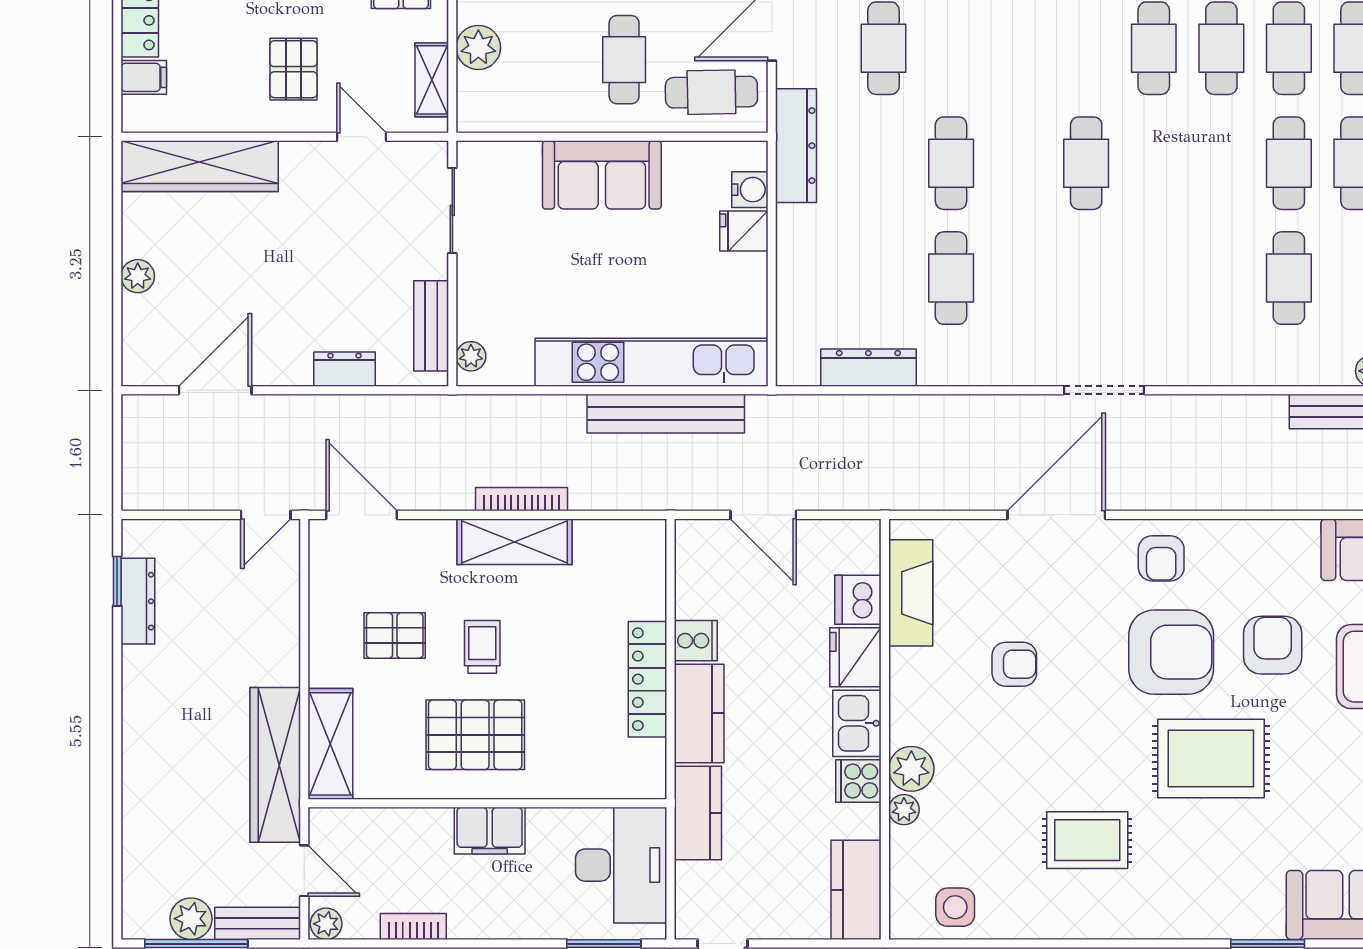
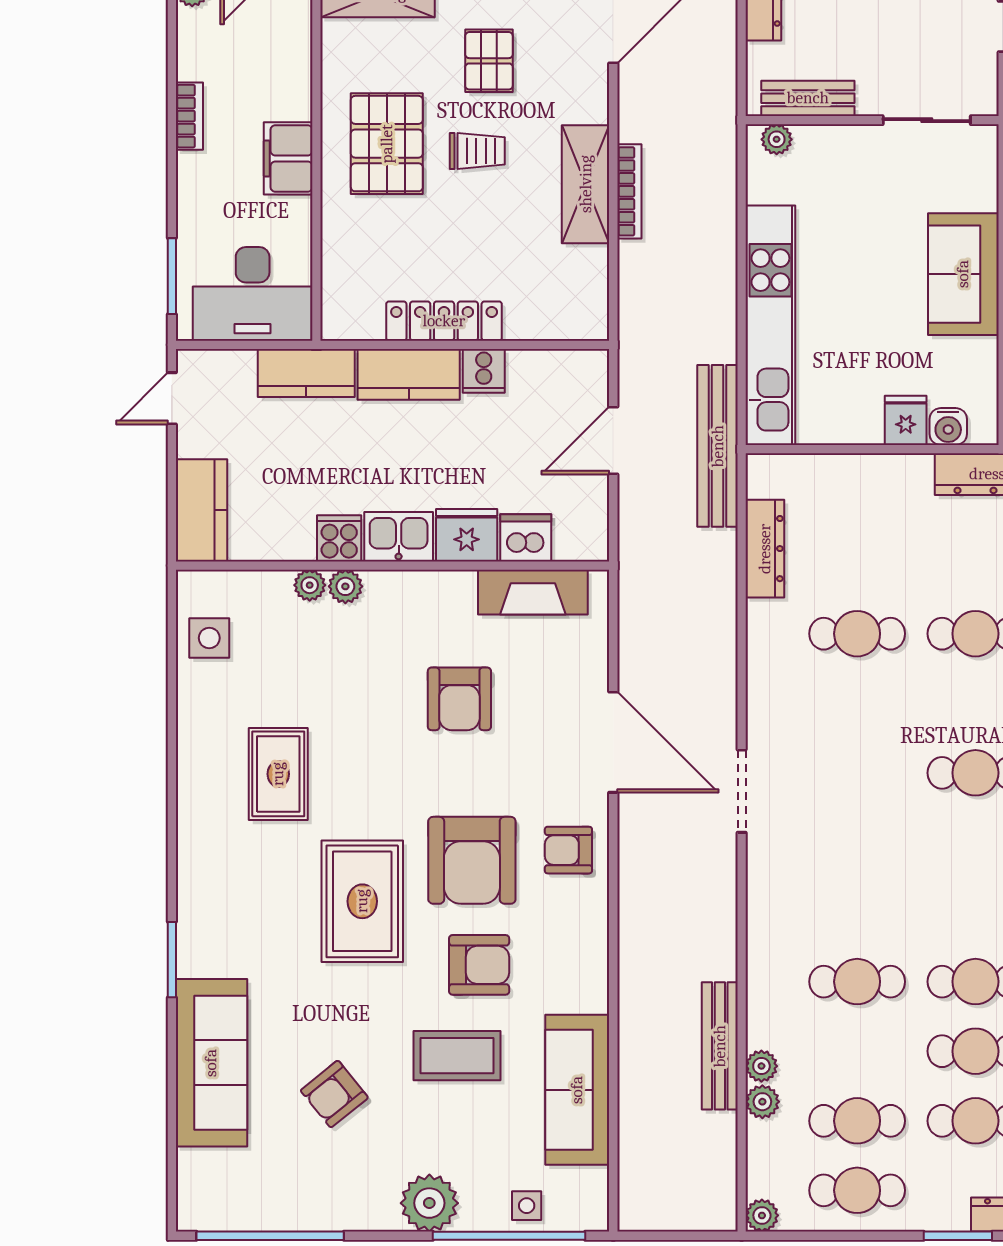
bench: (666, 414) -> (718, 446), moved
armchair: (1014, 664) -> (459, 699), width x1.38, depth x1.38
plant: (911, 769) -> (345, 586), width x0.73, depth x0.73
kitchen counter: (856, 890) -> (201, 510), moved, turned 90
bookcase: (413, 926) -> (189, 116), moved

